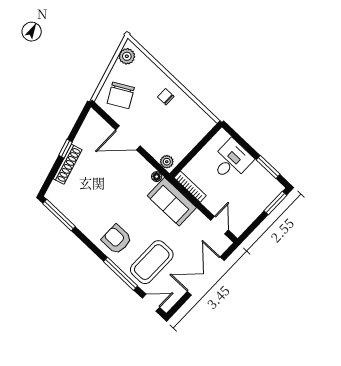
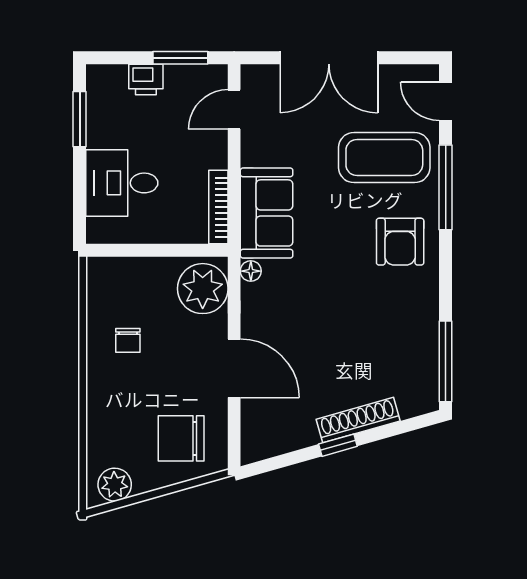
chair: (121, 95) -> (181, 438), turned -151
chair: (166, 97) -> (128, 340), moved
plant: (167, 162) -> (203, 289), width x1.87, depth x1.87
window: (275, 203) -> (180, 58), moved
printer: (260, 204) -> (146, 79), added

